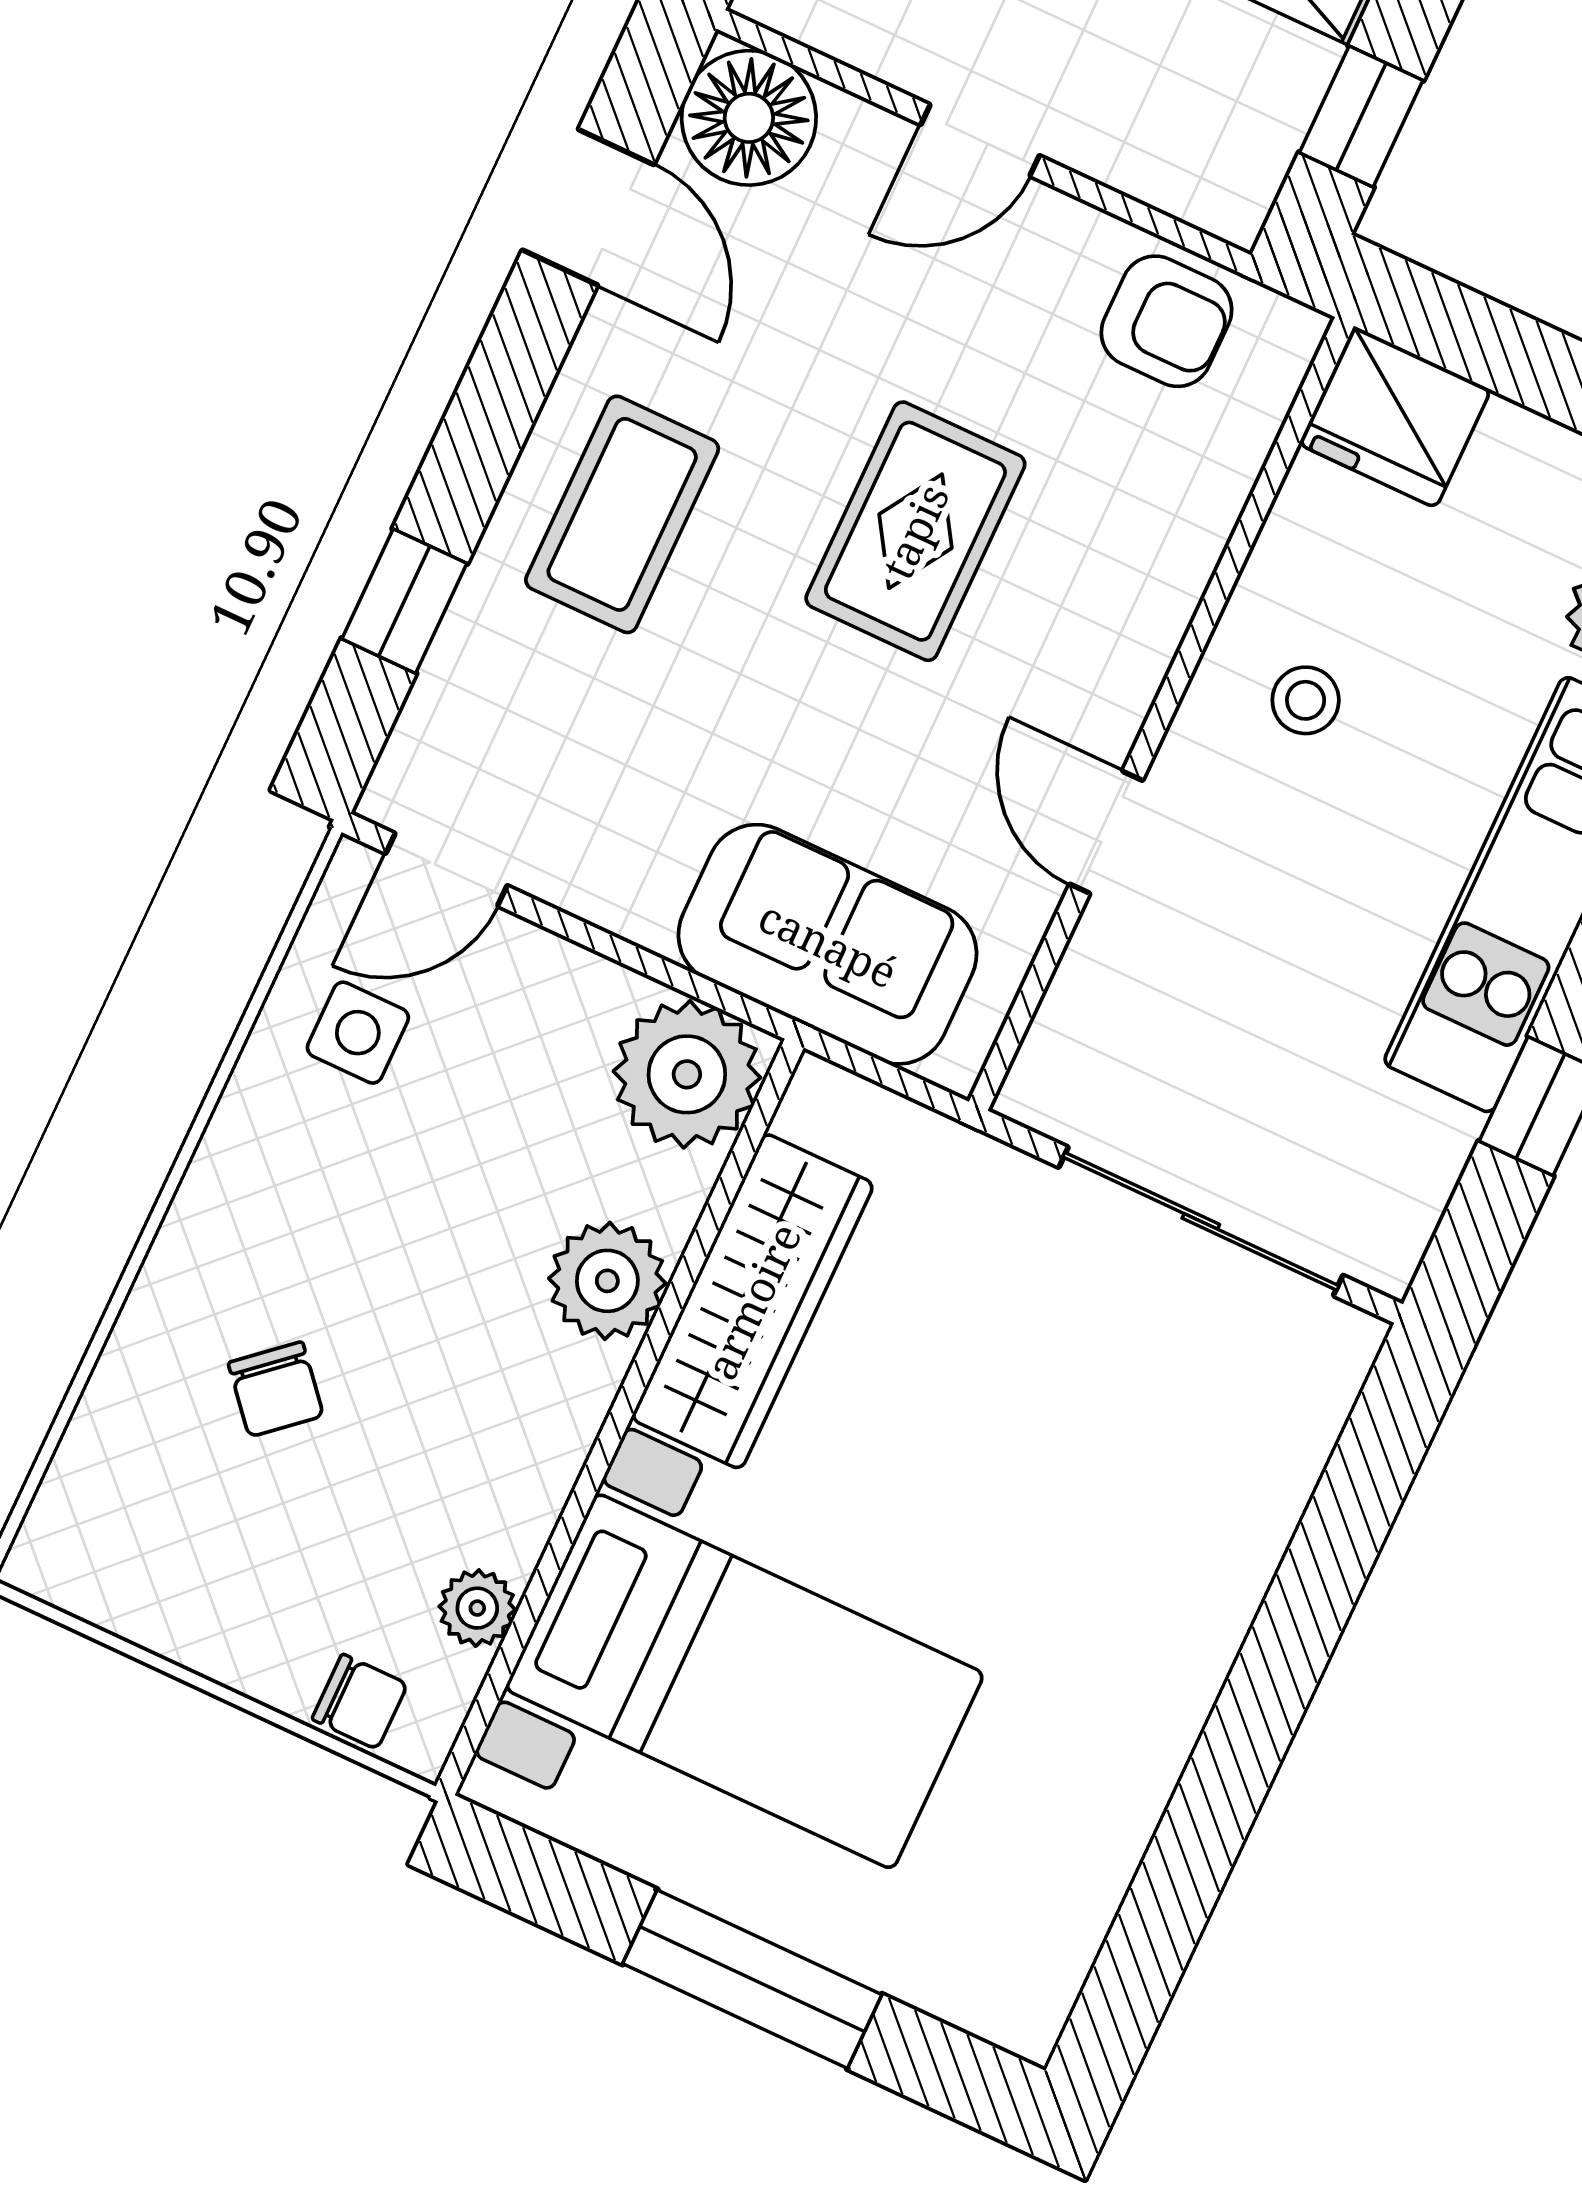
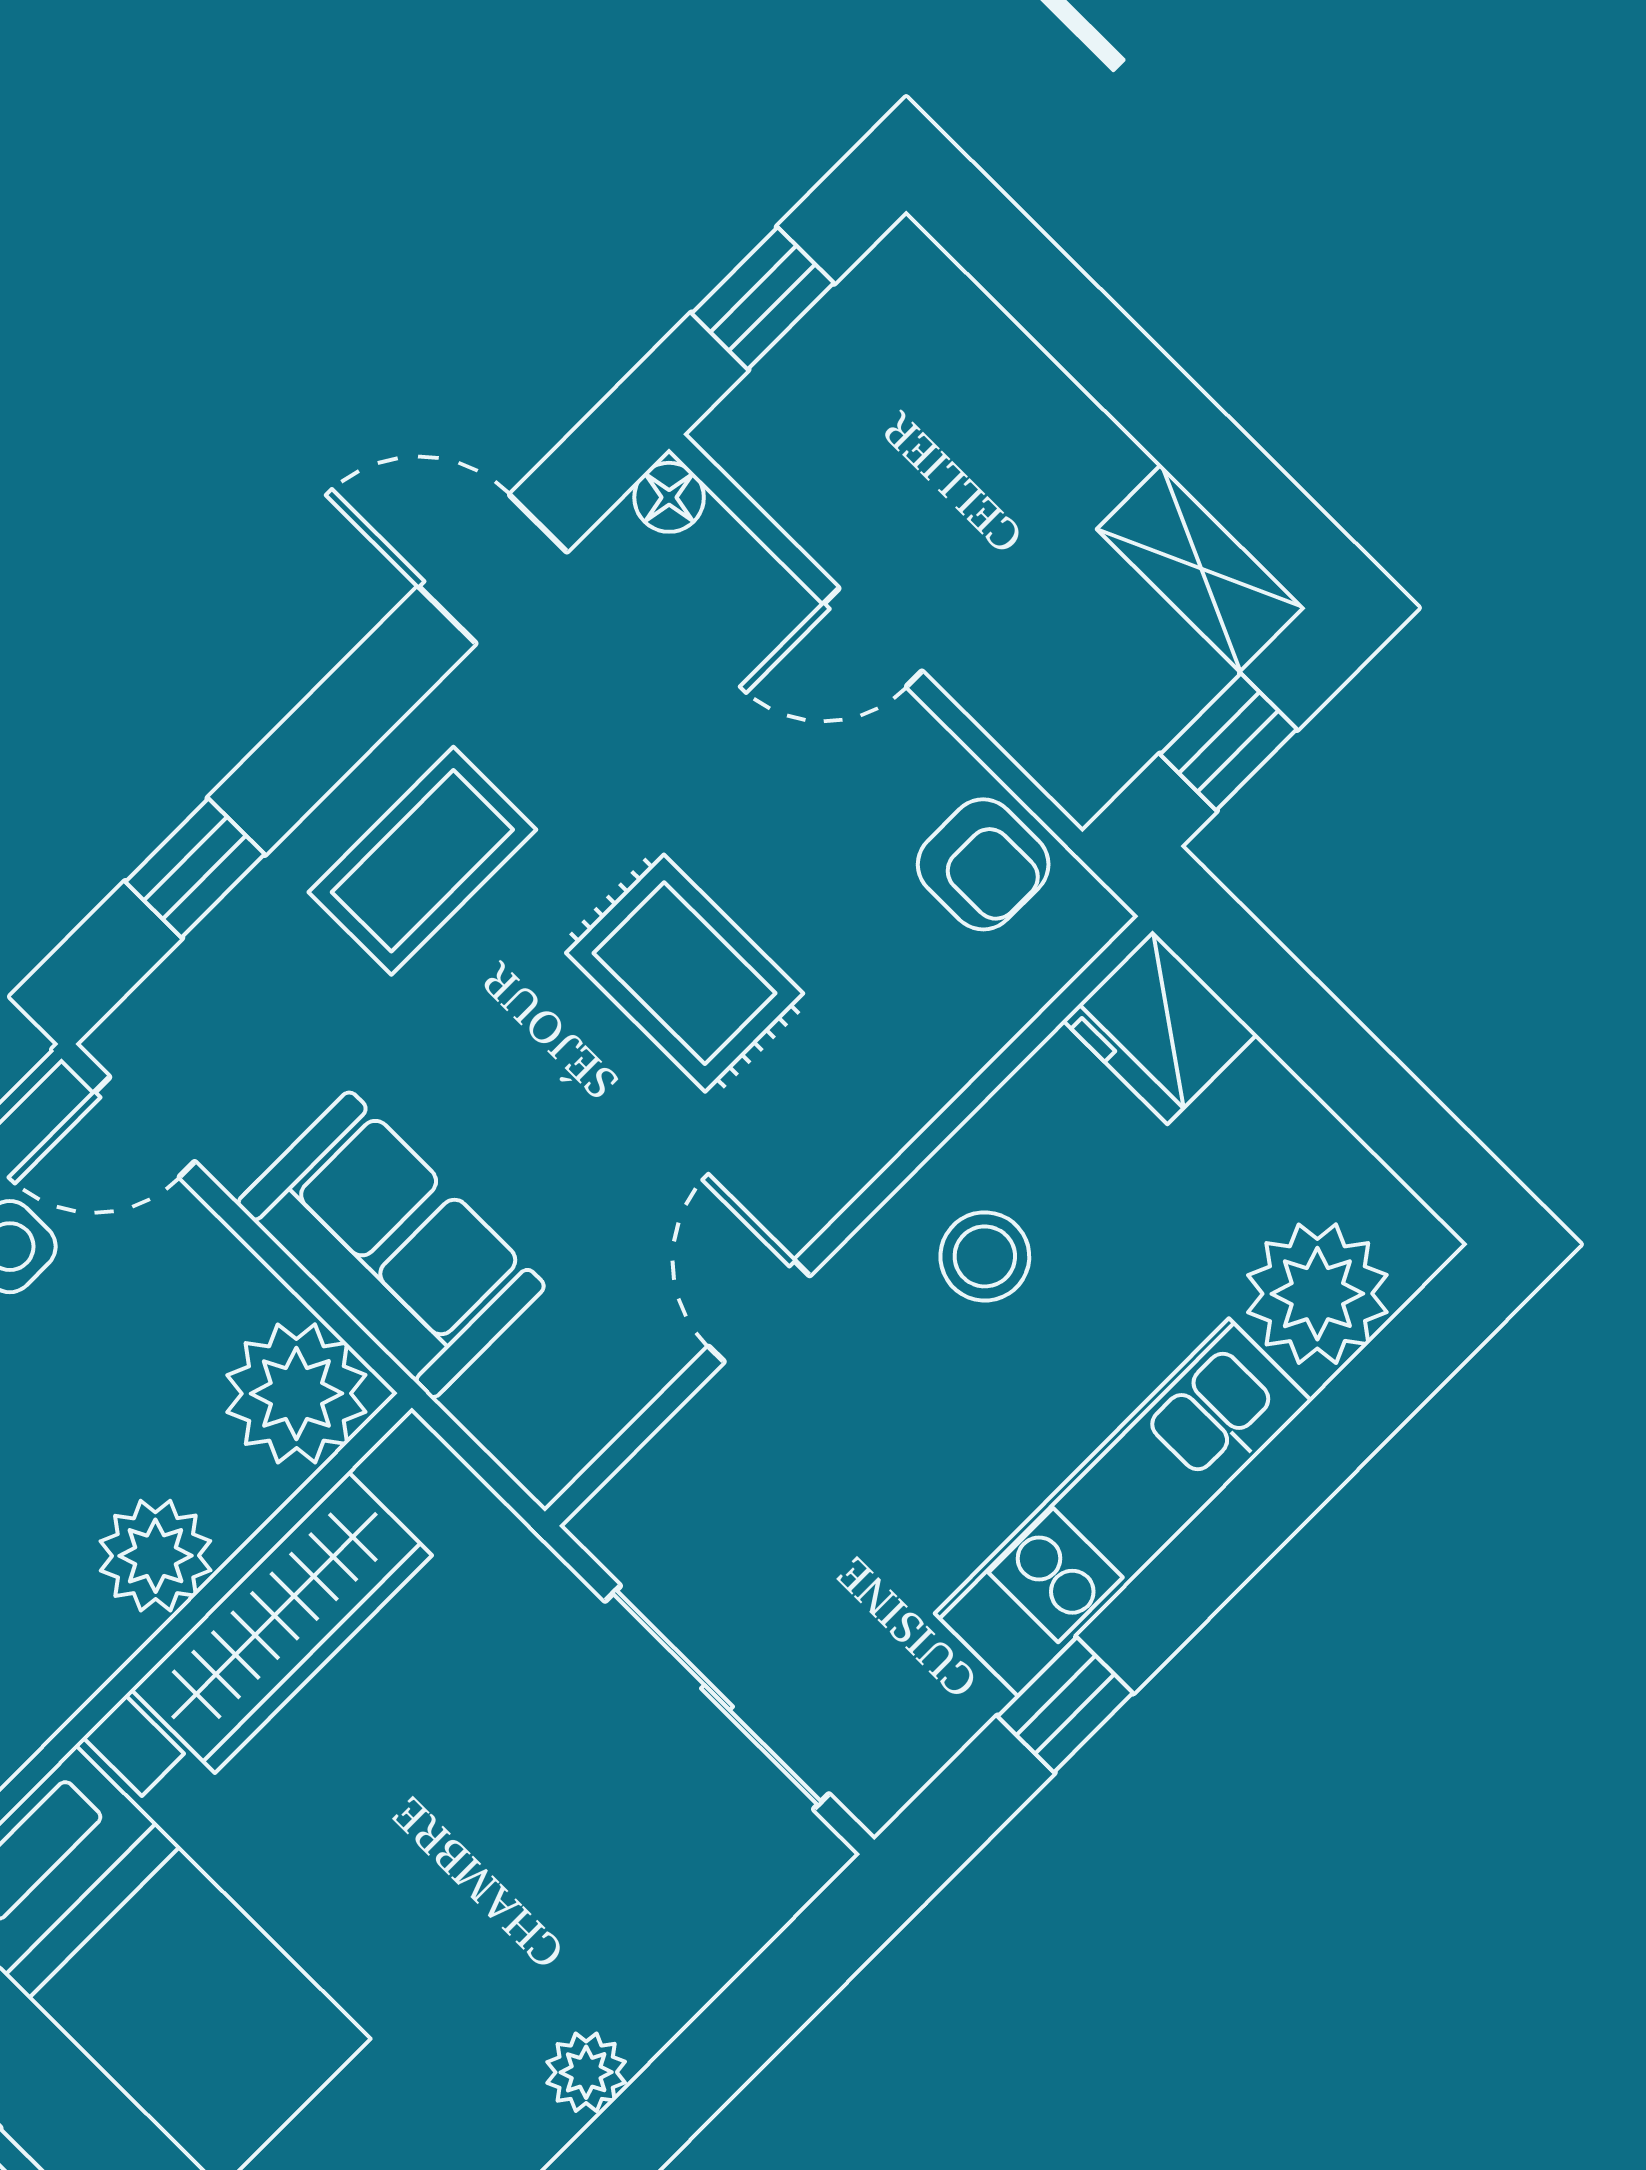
floor lamp: (749, 118) -> (669, 497), width x0.53, depth x0.53
door: (588, 207) -> (493, 569), swing flipped
rug: (915, 531) -> (685, 973), turned 90
stool: (1306, 700) -> (985, 1256), width x1.37, depth x1.37
sofa: (828, 944) -> (391, 1245), moved
plant: (1205, 1630) -> (586, 2072), added

